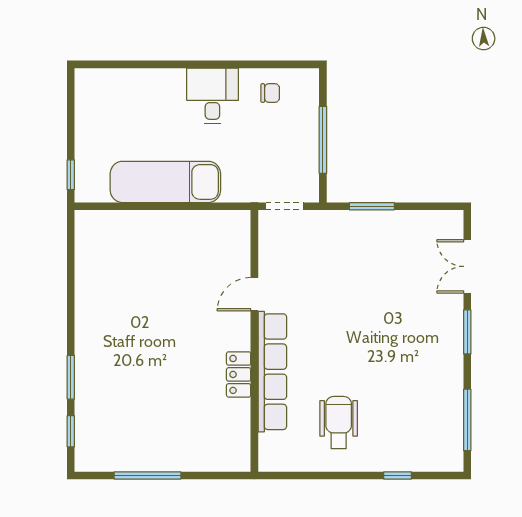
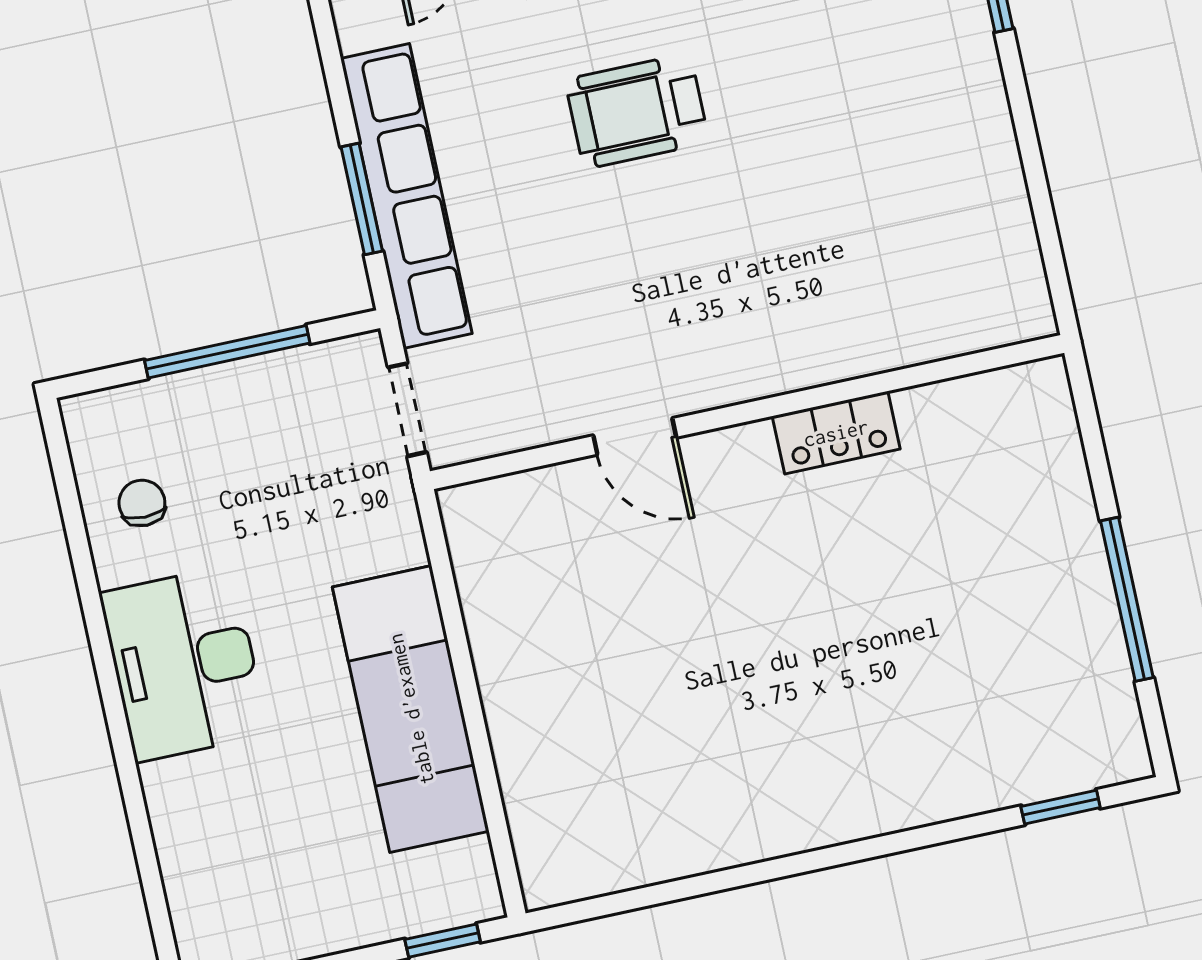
desk: (212, 96) -> (184, 664), width x1.37
row of seats: (272, 372) -> (406, 196), moved, turned 90
window: (71, 377) -> (930, 835), removed
wheelchair: (339, 423) -> (637, 111), moved

